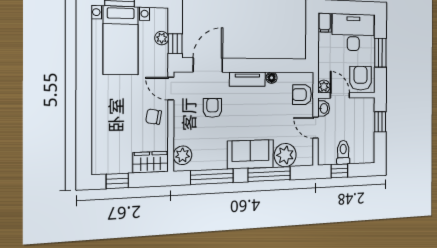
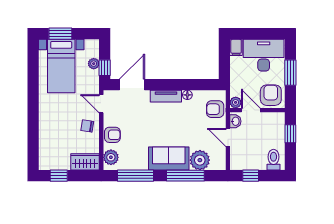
armchair: (212, 108) -> (112, 135), moved, turned 90
toilet: (343, 152) -> (274, 160), moved

